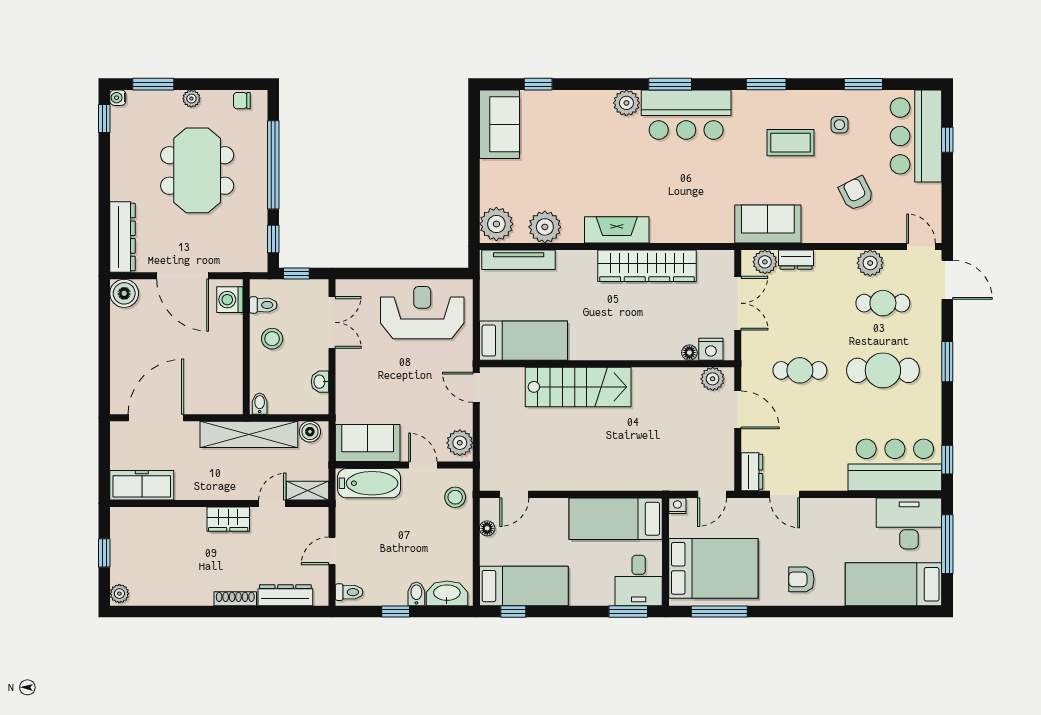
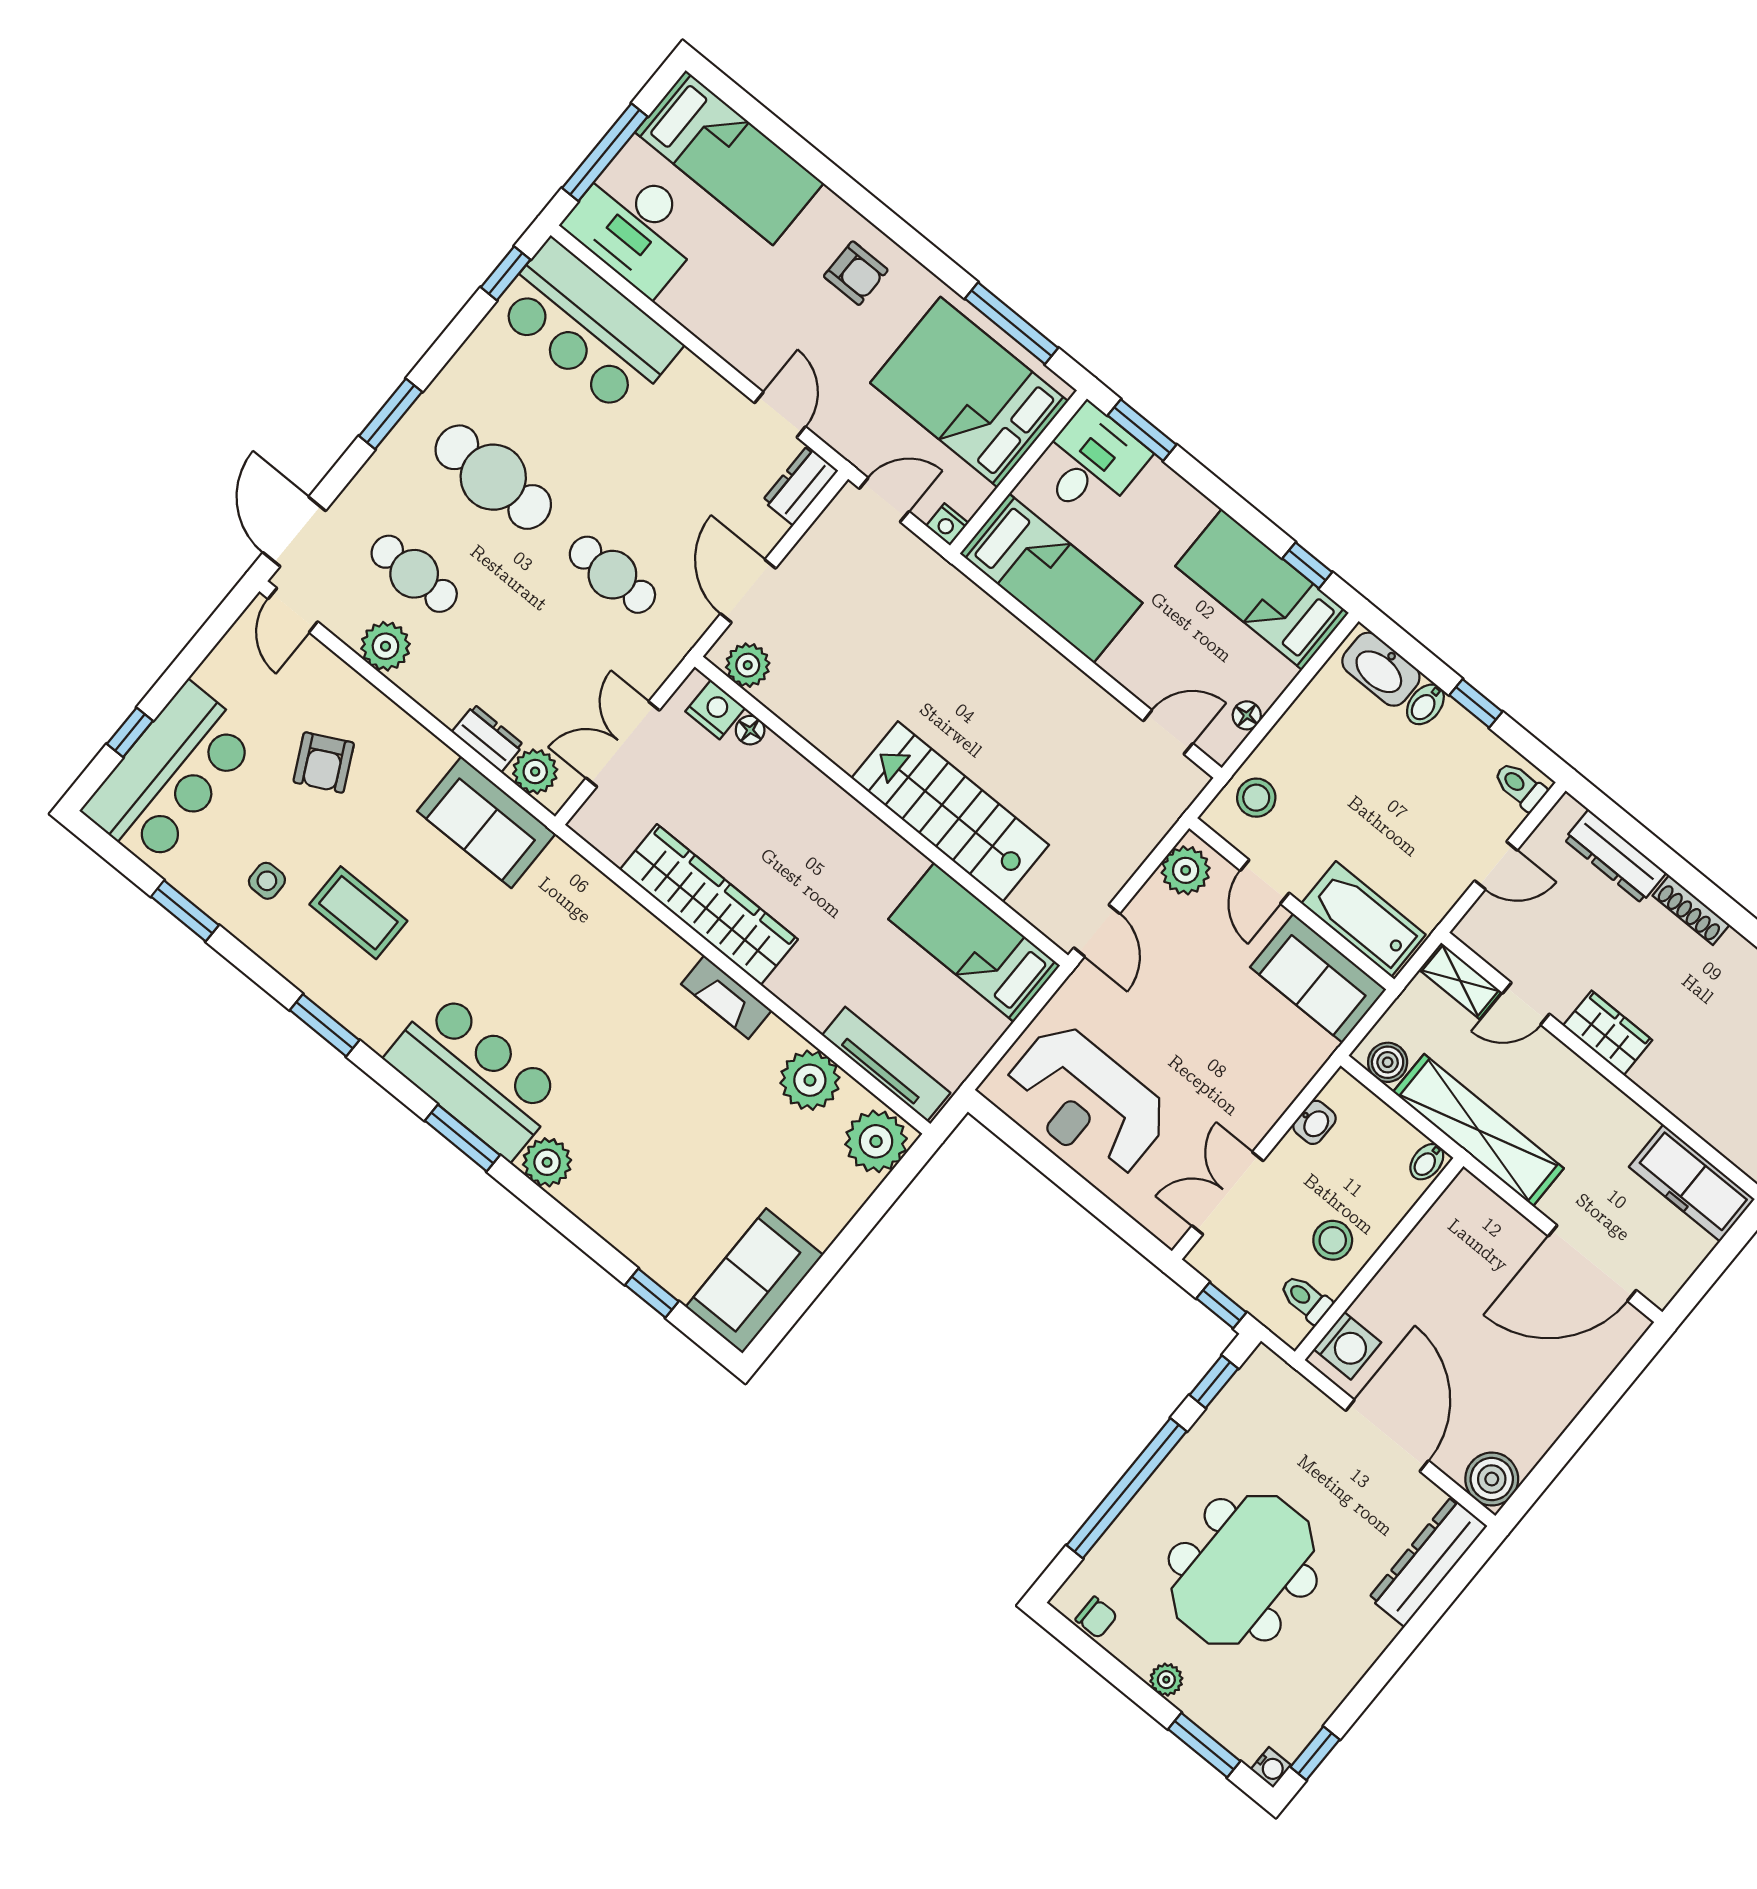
fireplace: (617, 230) -> (726, 997), width x0.73, depth x0.76

